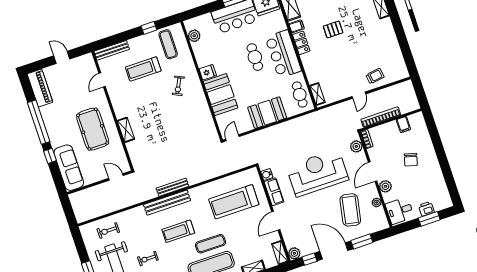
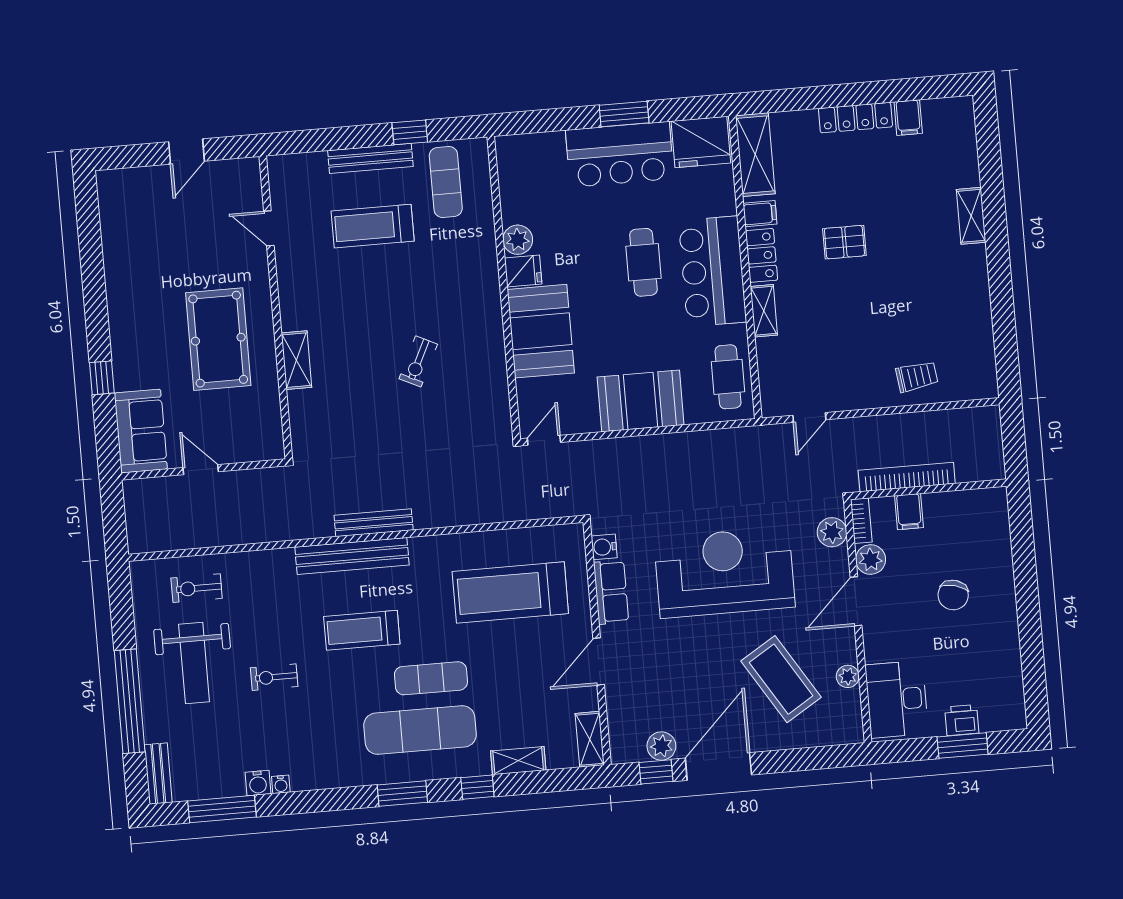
plant: (194, 36) -> (518, 240), moved
bench: (112, 50) -> (370, 158), moved
door: (62, 57) -> (187, 152), swing flipped
door: (102, 80) -> (269, 228), hinge flipped
exercise bike: (178, 86) -> (418, 361), moved
piano: (40, 88) -> (117, 212), removed
shelving: (317, 94) -> (764, 311), moved
door: (359, 95) -> (809, 417), moved
window: (39, 122) -> (94, 292), removed
filing cabinet: (403, 125) -> (909, 512), moved
sofa: (69, 168) -> (141, 431), width x0.73
door: (116, 177) -> (201, 470), moved
plant: (385, 186) -> (871, 559), moved
coffee table: (350, 210) -> (781, 679), turned -43
desk: (400, 211) -> (897, 699), width x1.37
window: (362, 241) -> (790, 760), removed
door: (334, 251) -> (718, 766), hinge flipped
plant: (294, 253) -> (661, 746), moved

